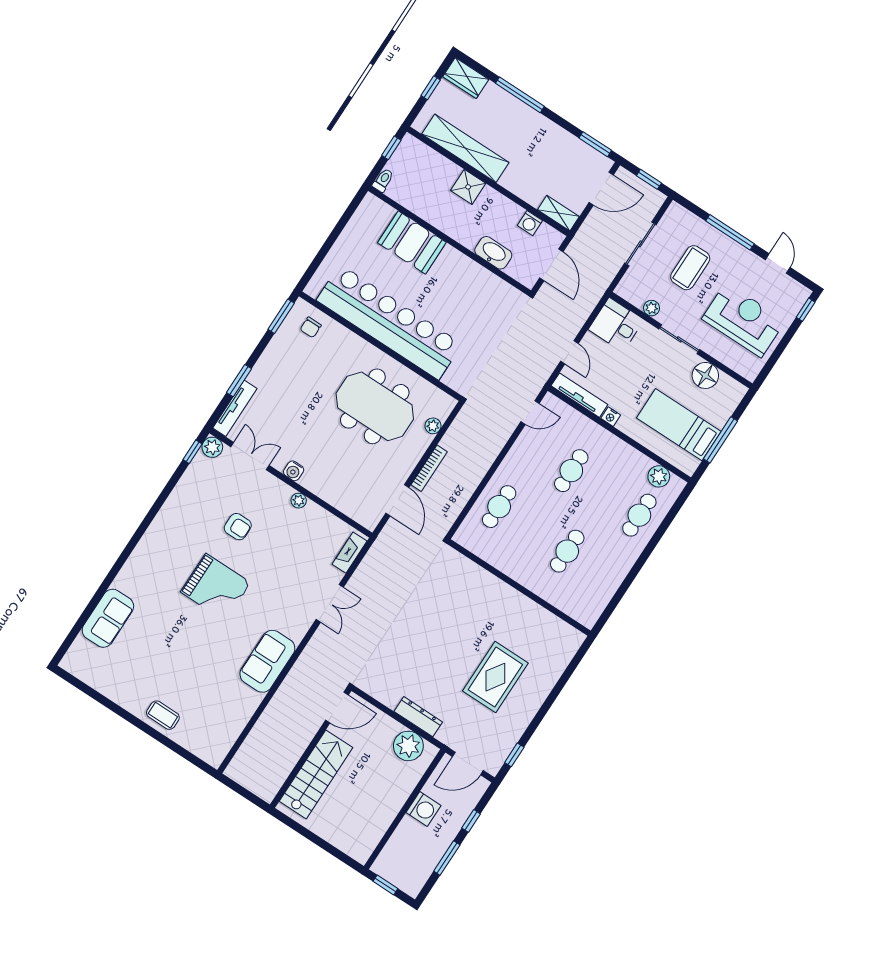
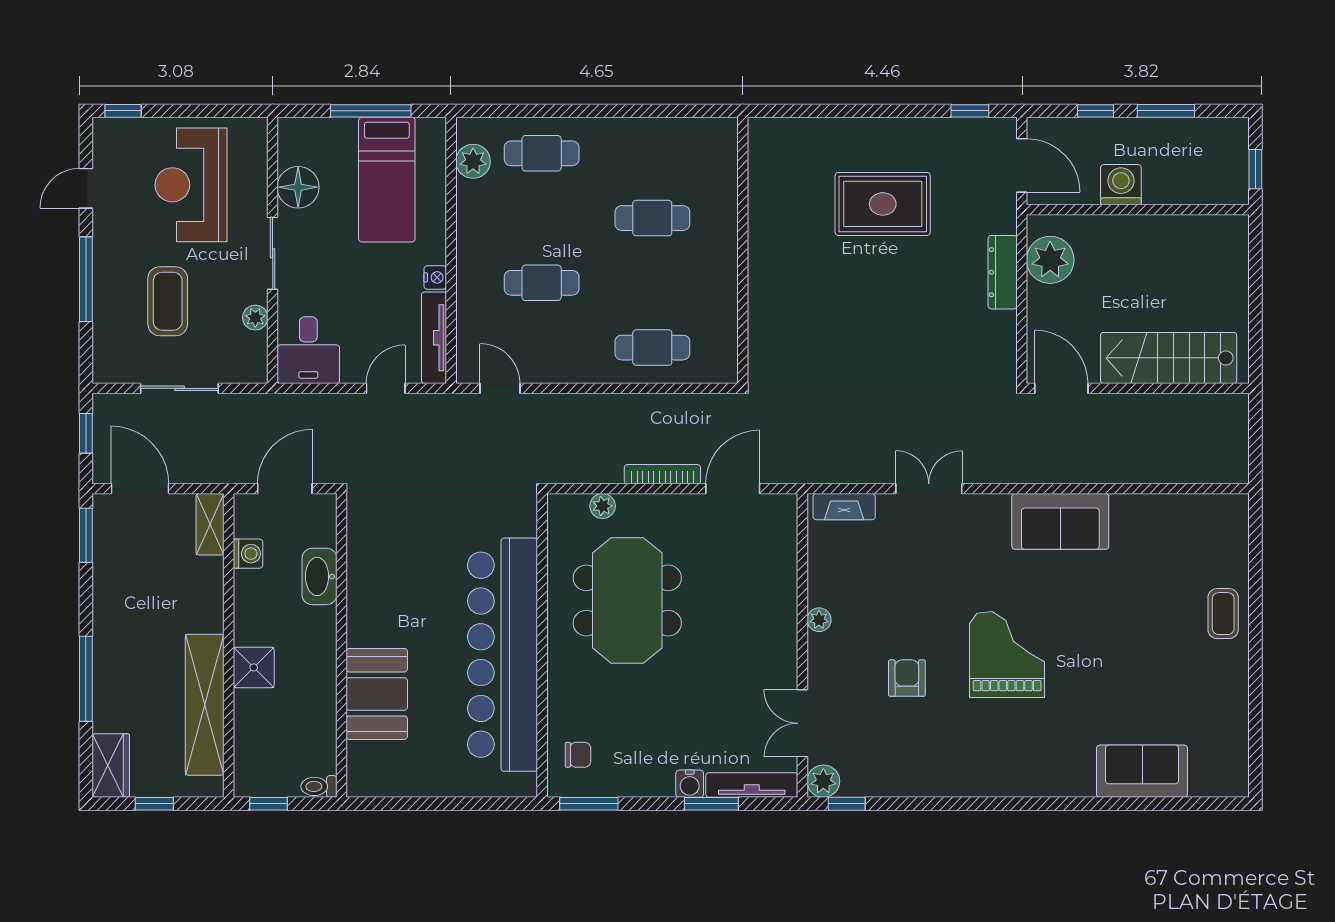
coffee table: (690, 268) -> (168, 301), turned 90
water cooler: (294, 471) -> (690, 784), moved, turned 90

